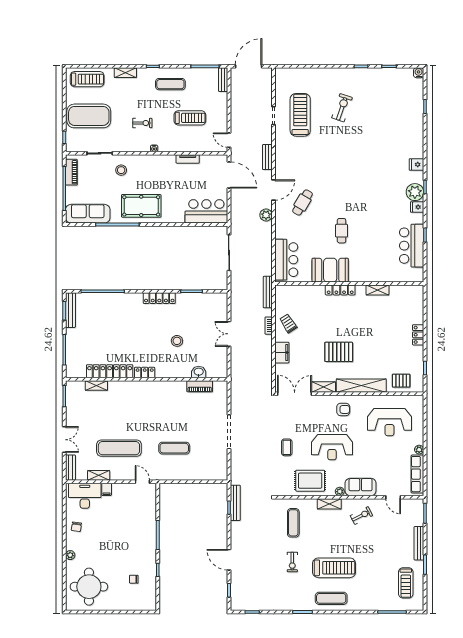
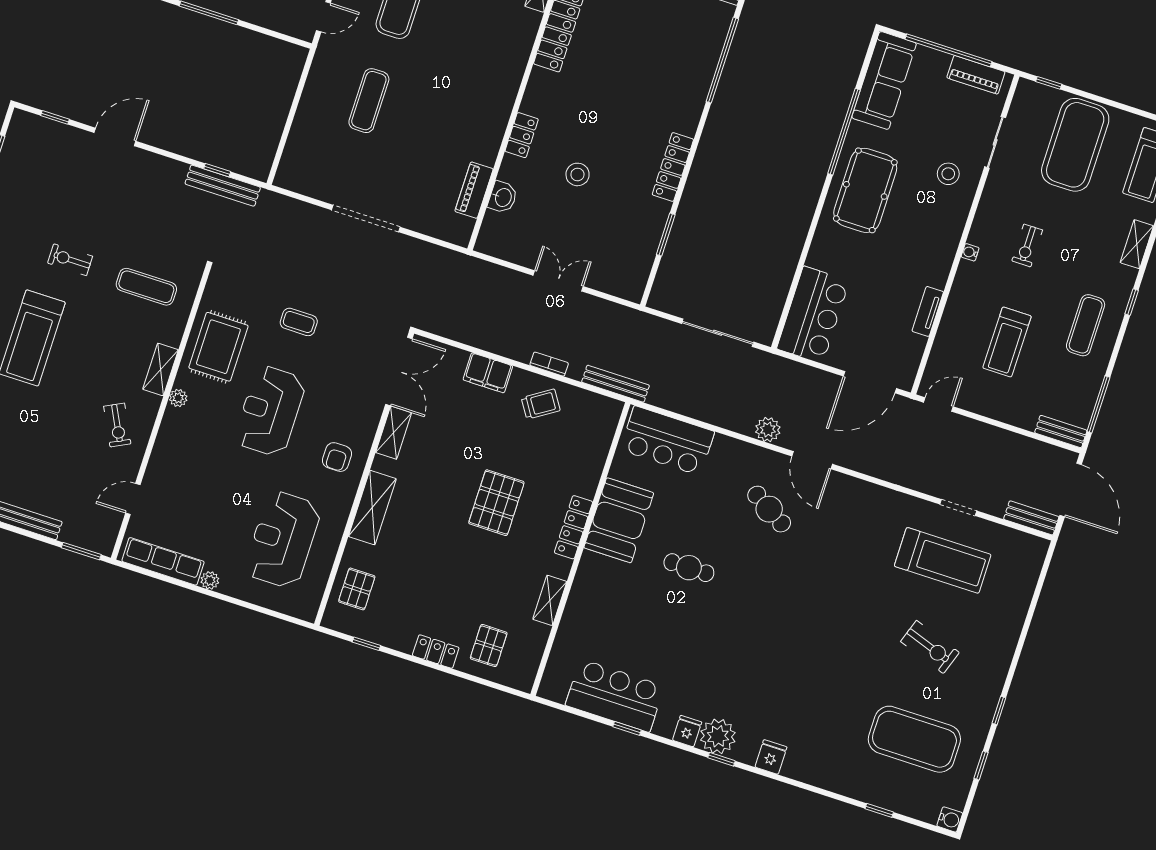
exercise mat: (387, 101) -> (914, 739), added
bench: (267, 157) -> (1031, 518), moved
pallet: (407, 311) -> (489, 646), added
pallet: (339, 352) -> (496, 503), moved
locker: (145, 373) -> (522, 135), moved
shelving: (361, 386) -> (372, 508), width x0.68
sofa: (361, 487) -> (174, 442), removed

